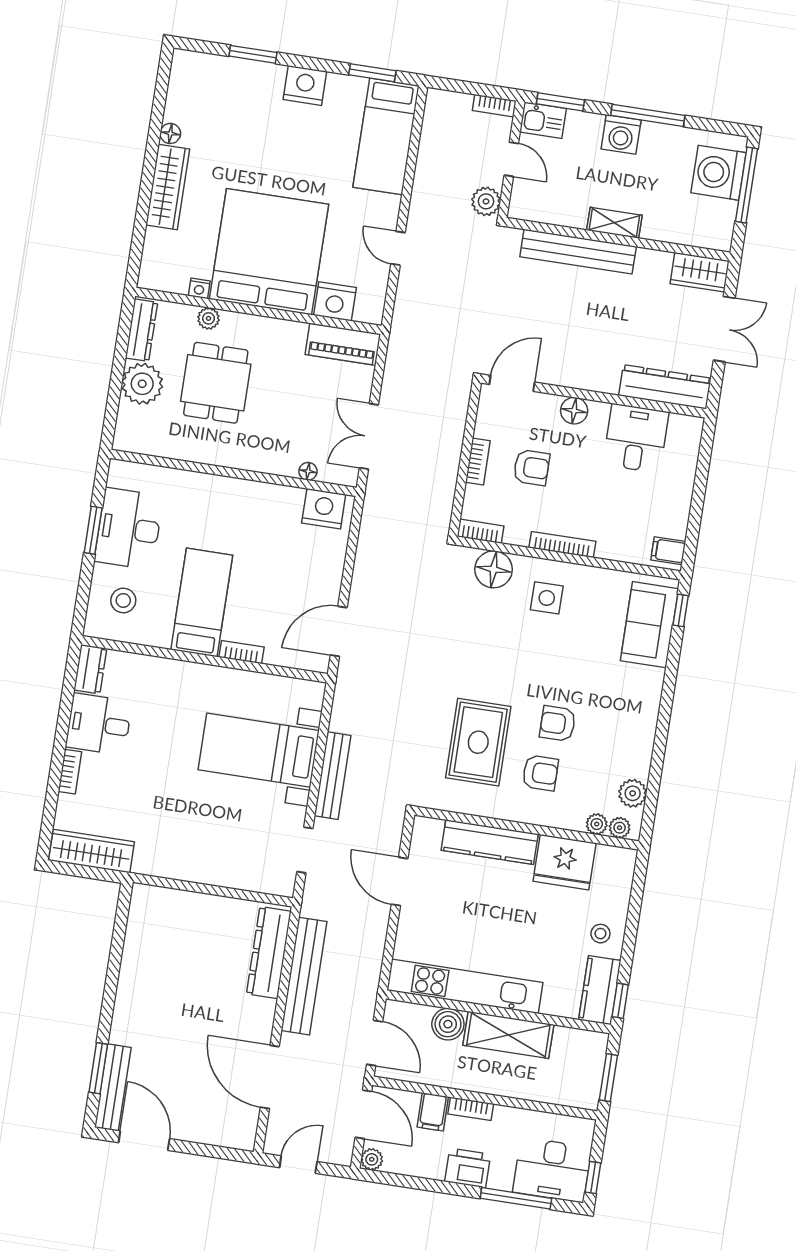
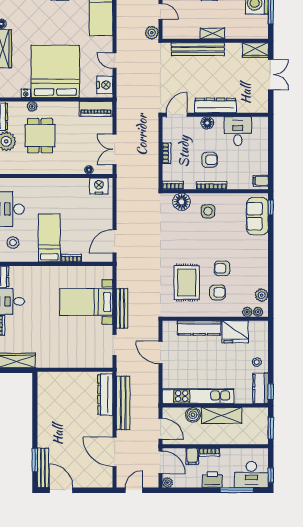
nightstand: (335, 301) -> (105, 85), moved, turned -90
dresser: (665, 387) -> (215, 105), moved
armchair: (532, 467) -> (210, 160), moved

